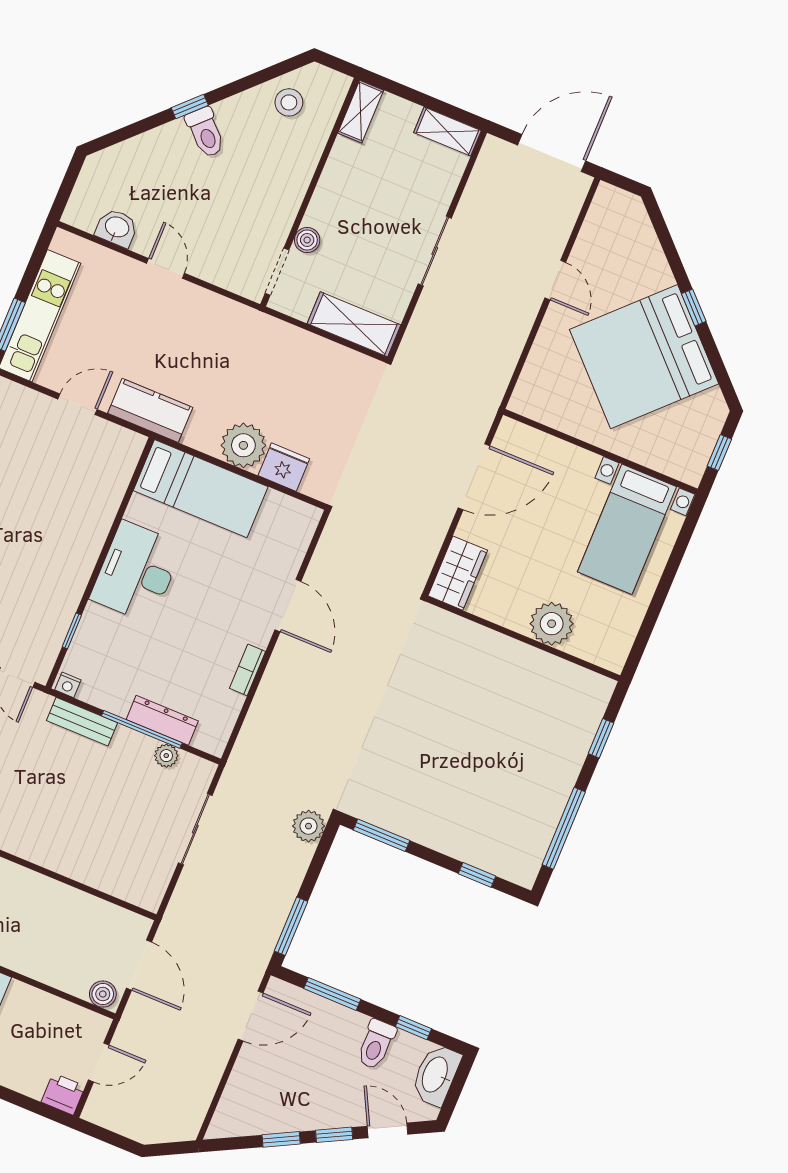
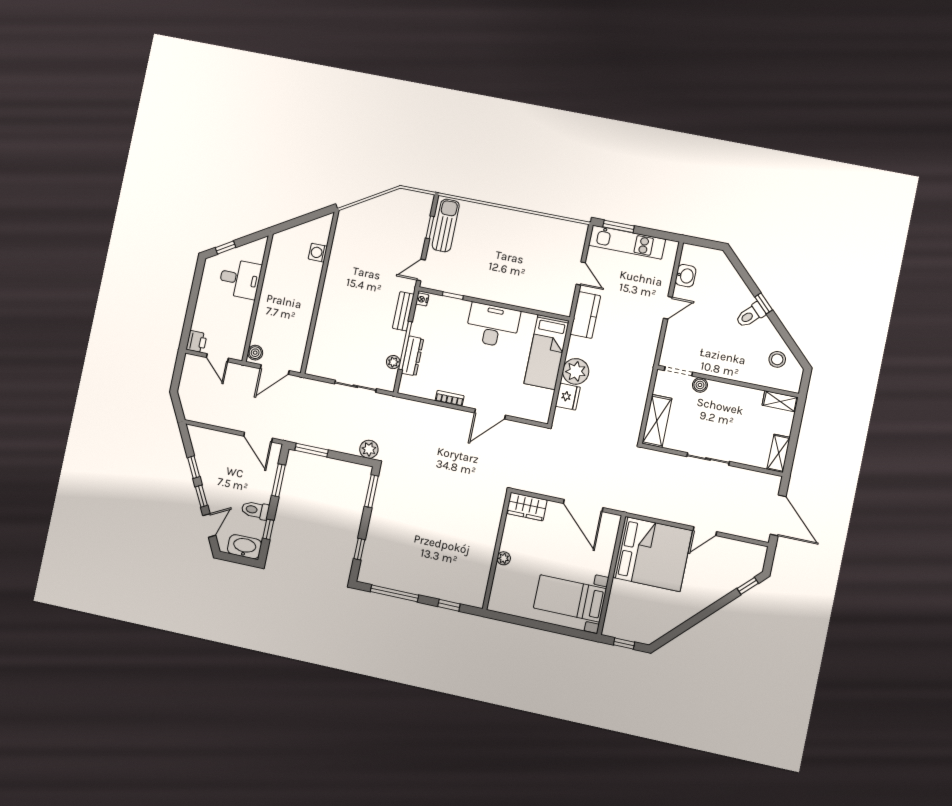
window: (694, 308) -> (748, 586), moved
bed: (644, 357) -> (652, 554), moved, turned 135
plant: (552, 624) -> (504, 558), width x0.53, depth x0.53

